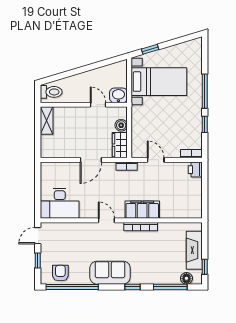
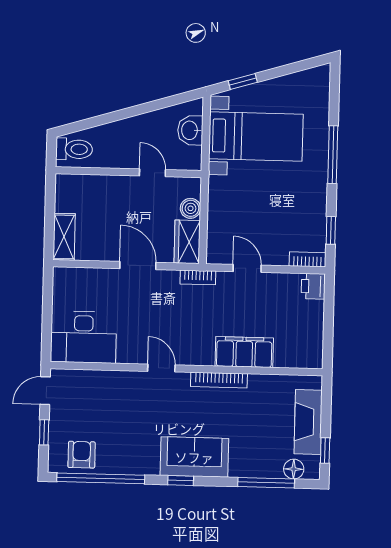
washbasin: (118, 95) -> (190, 130), moved, turned -90
shelving: (47, 121) -> (64, 237), moved
window: (205, 124) -> (331, 230), moved
door: (91, 160) -> (138, 265), swing flipped
filing cabinet: (142, 210) -> (244, 352), moved
sofa: (110, 273) -> (194, 457), moved
window: (132, 287) -> (181, 481), moved

